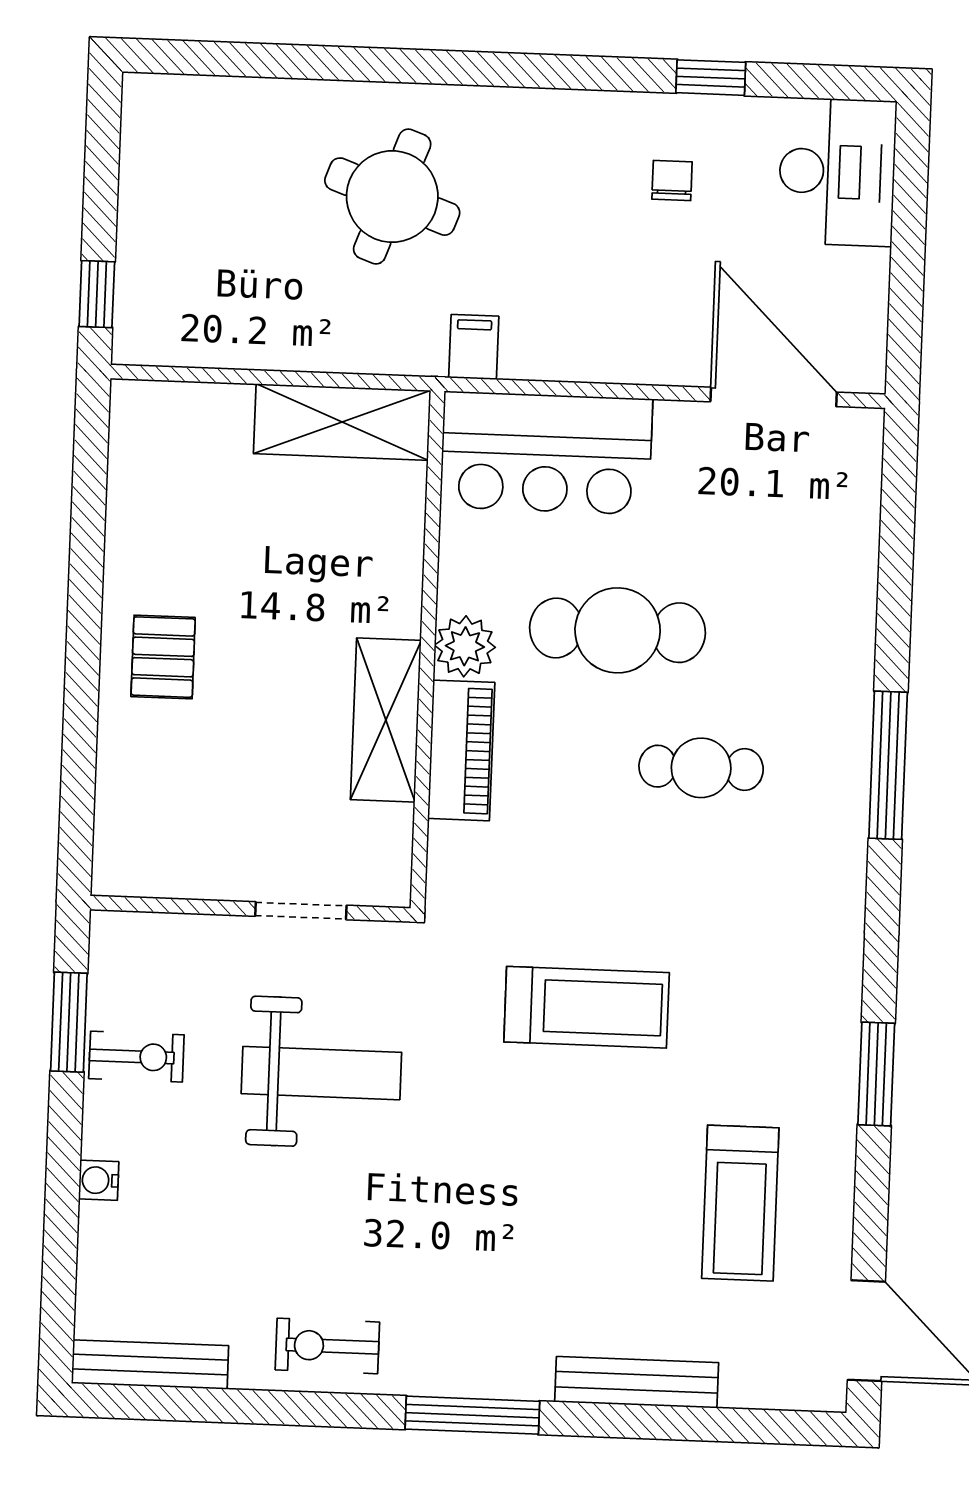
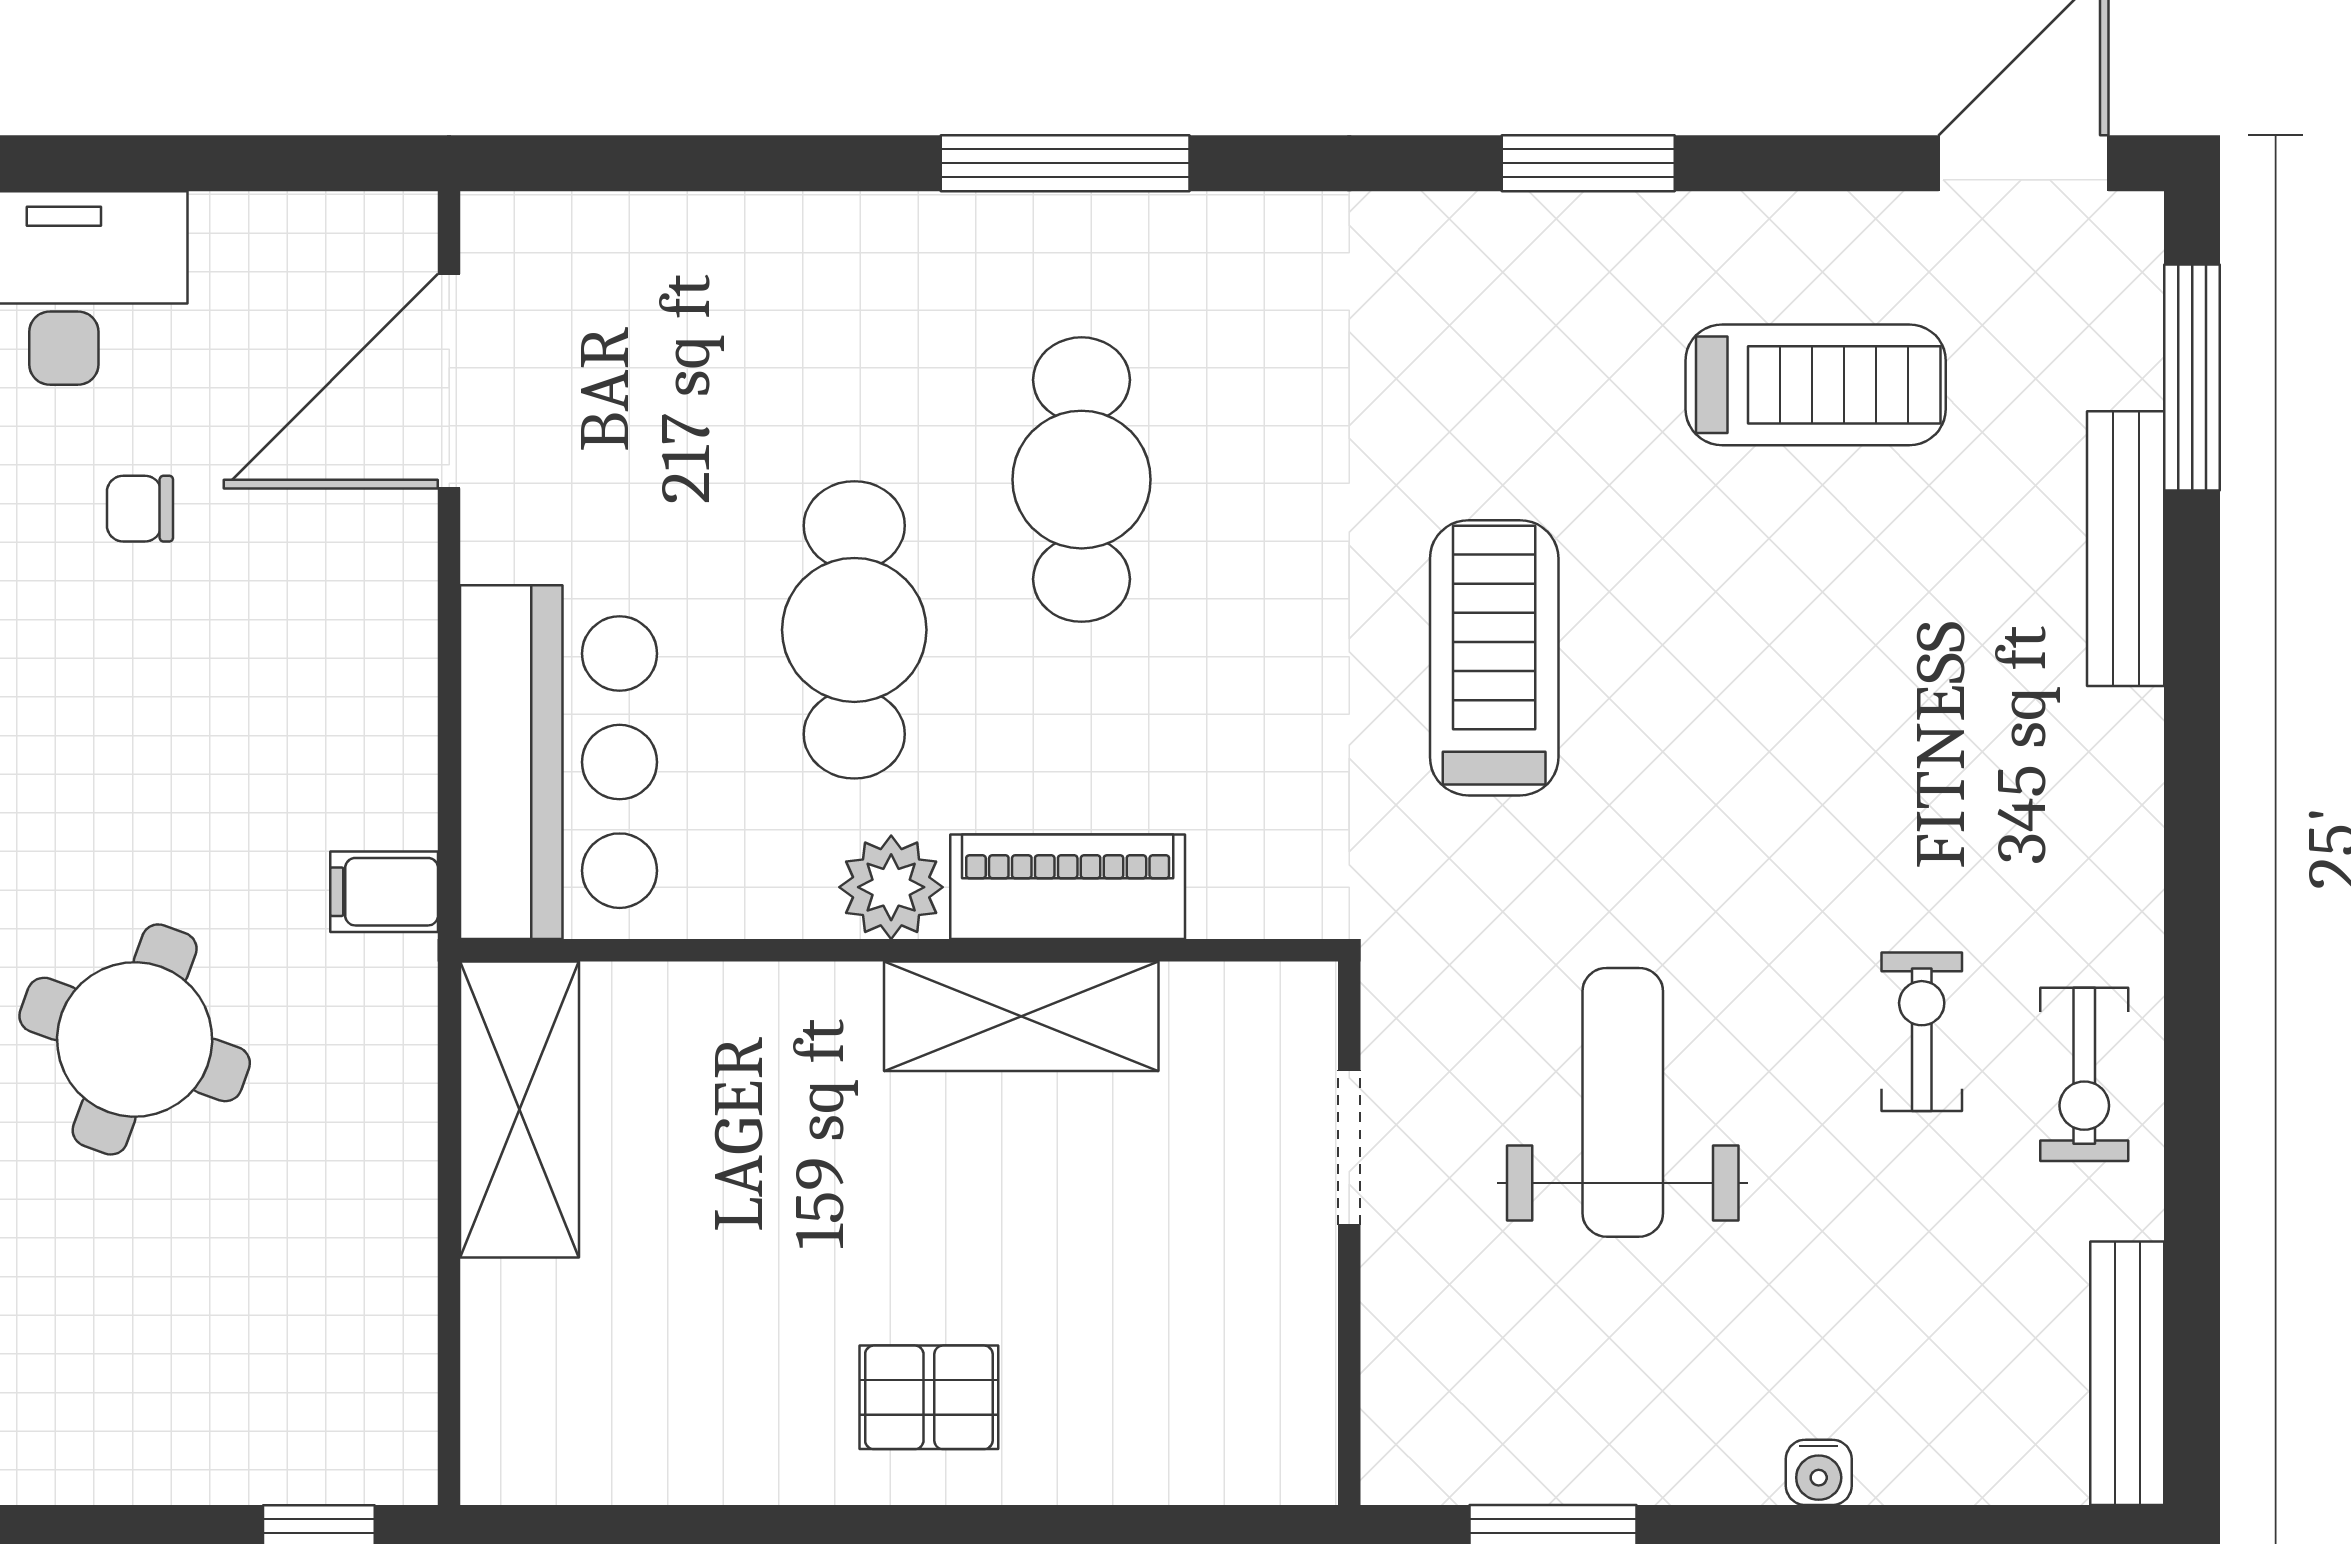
chair: (672, 180) -> (140, 509), moved
cafe table: (701, 768) -> (1082, 480), width x1.37, depth x1.35
exercise bike: (136, 1057) -> (1922, 1032), moved
window: (472, 1415) -> (2192, 377), moved

